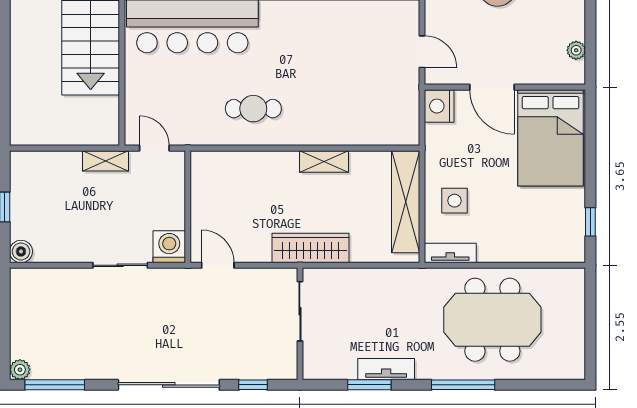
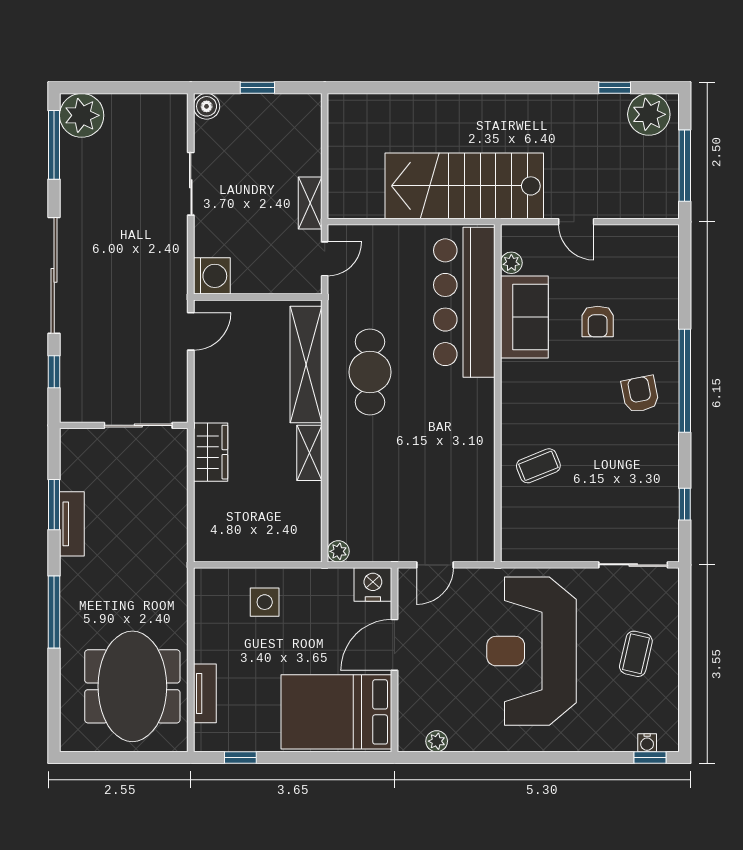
cafe table: (253, 109) -> (370, 372), width x1.37, depth x1.35
plant: (410, 136) -> (338, 551), added
shelving: (406, 202) -> (306, 364), moved, turned 90
wardrobe: (311, 248) -> (211, 452), width x0.67
tv unit: (450, 253) -> (205, 693), moved
sliding door: (120, 265) -> (191, 184), moved
meeting table: (492, 320) -> (132, 686), moved
plant: (20, 370) -> (82, 115), width x1.88, depth x1.88

